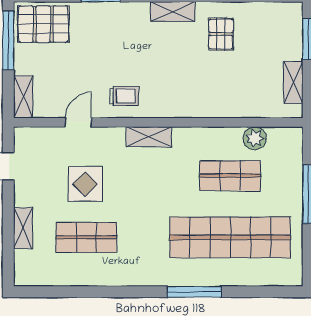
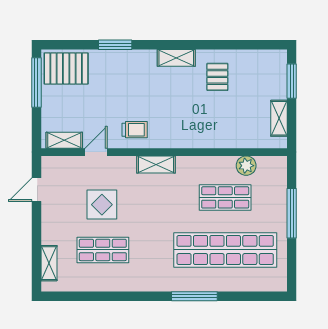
shelving: (23, 97) -> (64, 140), moved, turned 90
shelving: (23, 228) -> (49, 263), moved

